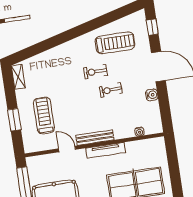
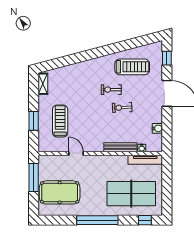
water cooler: (152, 95) -> (157, 128), moved
bench: (95, 138) -> (120, 147), moved
tv unit: (106, 150) -> (145, 160), moved

